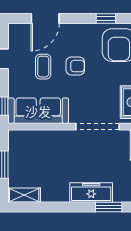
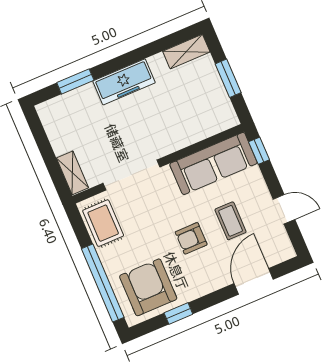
freezer: (91, 192) -> (124, 82), moved

